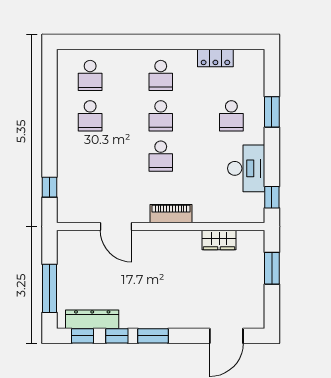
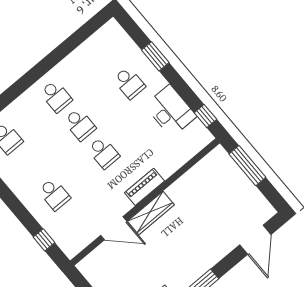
locker: (215, 58) -> (84, 52), removed
school desk: (90, 116) -> (54, 194), moved
wardrobe: (219, 240) -> (151, 213), moved, width x1.50
window: (272, 268) -> (247, 166), width x1.44

